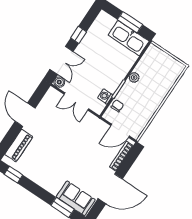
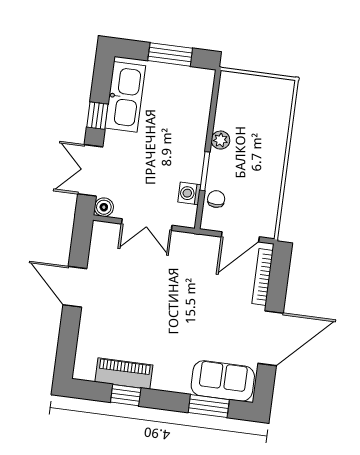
kitchen sink: (129, 38) -> (125, 97), moved, turned -90
double door: (61, 60) -> (90, 170), swing flipped
piano: (19, 146) -> (124, 373), moved, turned -90
window: (13, 175) -> (126, 395), moved

